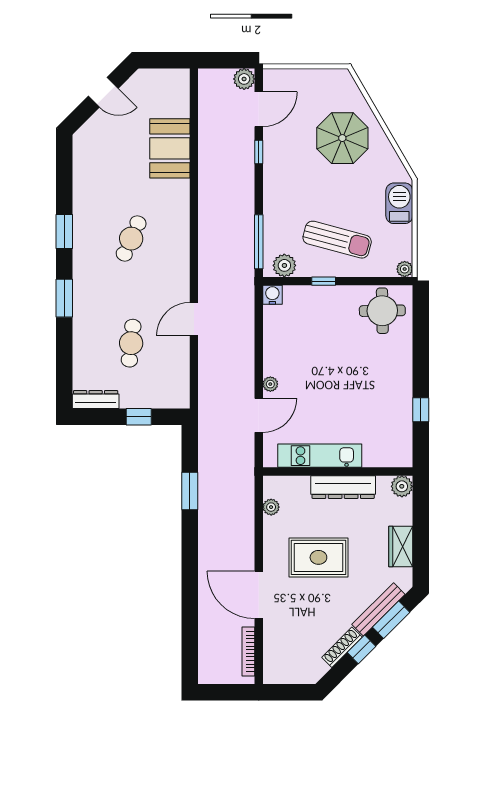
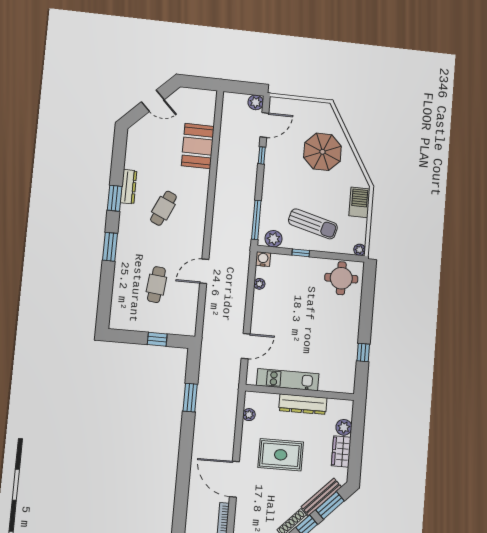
plant: (270, 384) -> (259, 284), moved
dresser: (96, 400) -> (129, 187), moved, turned 90
plant: (402, 486) -> (344, 427), moved

